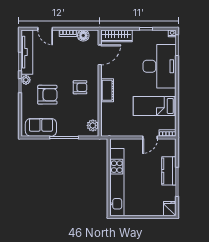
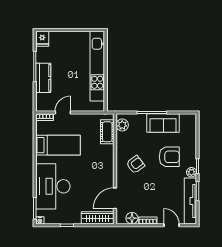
armchair: (80, 87) -> (135, 165), turned 143
cot: (107, 90) -> (107, 132), moved
armchair: (47, 95) -> (169, 157), turned 180
sofa: (41, 127) -> (163, 123), moved

